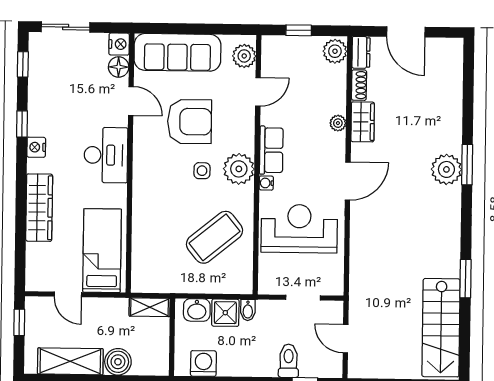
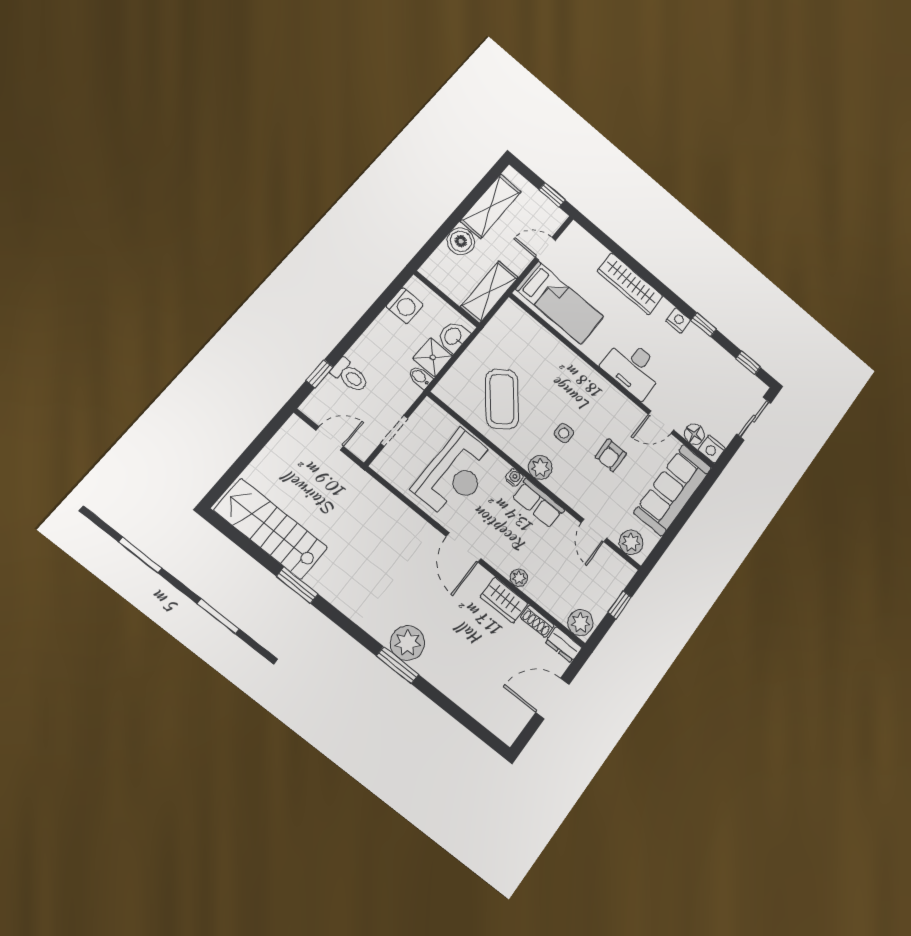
armchair: (190, 122) -> (611, 455), width x0.53, depth x0.53
plant: (239, 169) -> (540, 467), width x0.73, depth x0.73
shelving: (150, 307) -> (489, 292), width x1.50, depth x1.33

